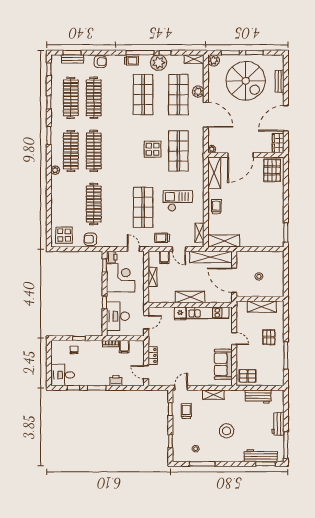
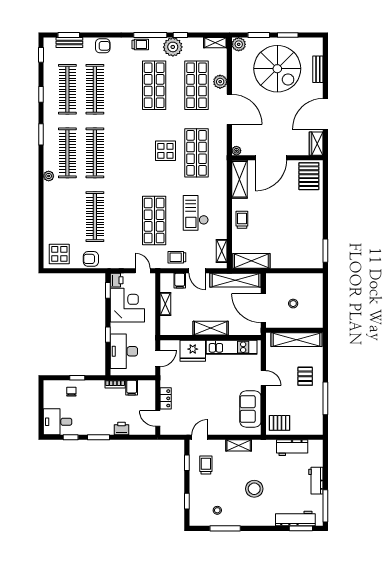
checkout: (178, 201) -> (196, 213), turned -90
shelving: (262, 307) -> (297, 340), width x1.47
fridge: (180, 314) -> (193, 351), width x1.88, depth x1.34

